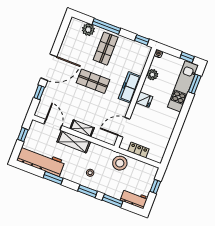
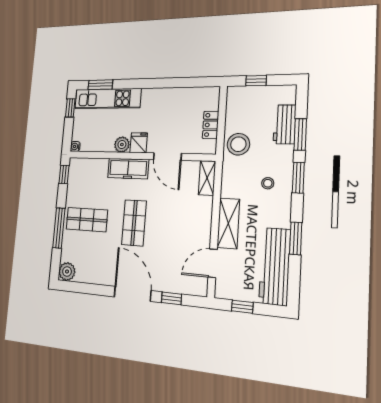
plant: (88, 30) -> (67, 272), moved
plant: (152, 75) -> (122, 145), moved
door: (124, 127) -> (167, 157), moved
shelving: (82, 128) -> (207, 178), moved
workbench: (134, 199) -> (285, 124), moved

